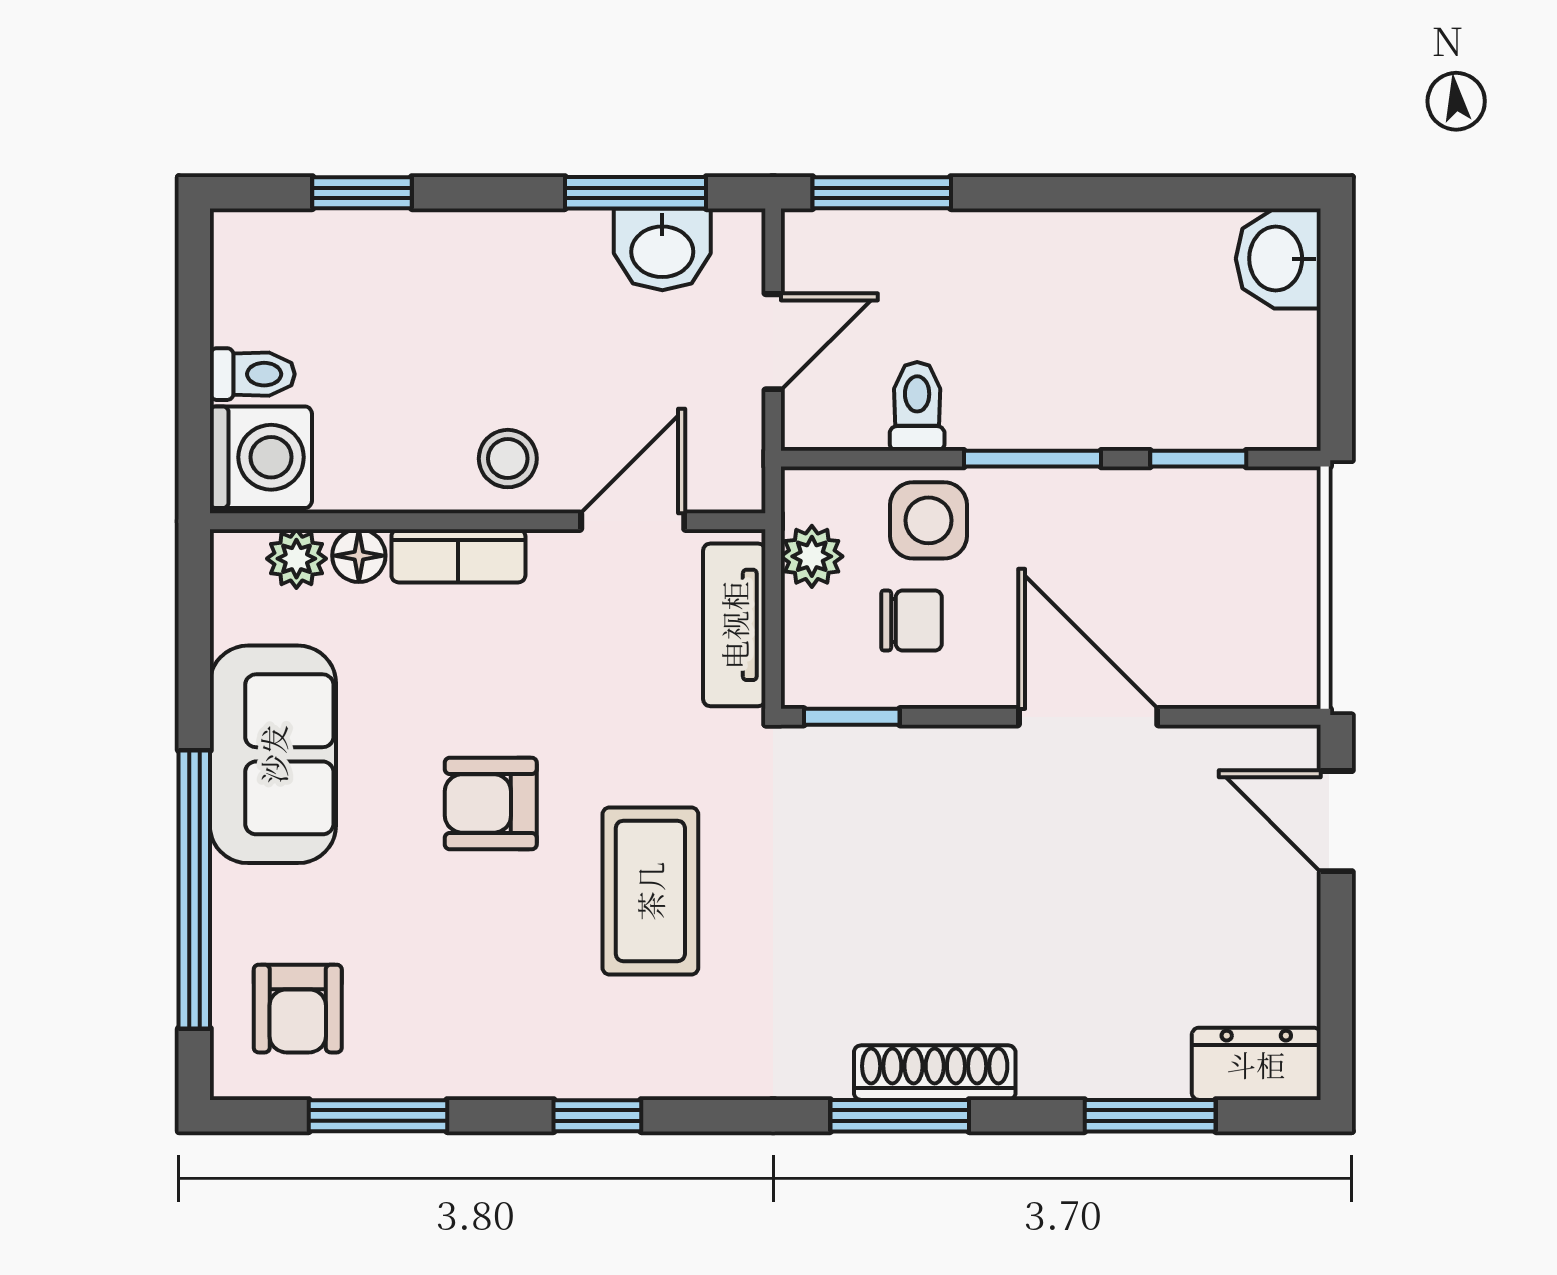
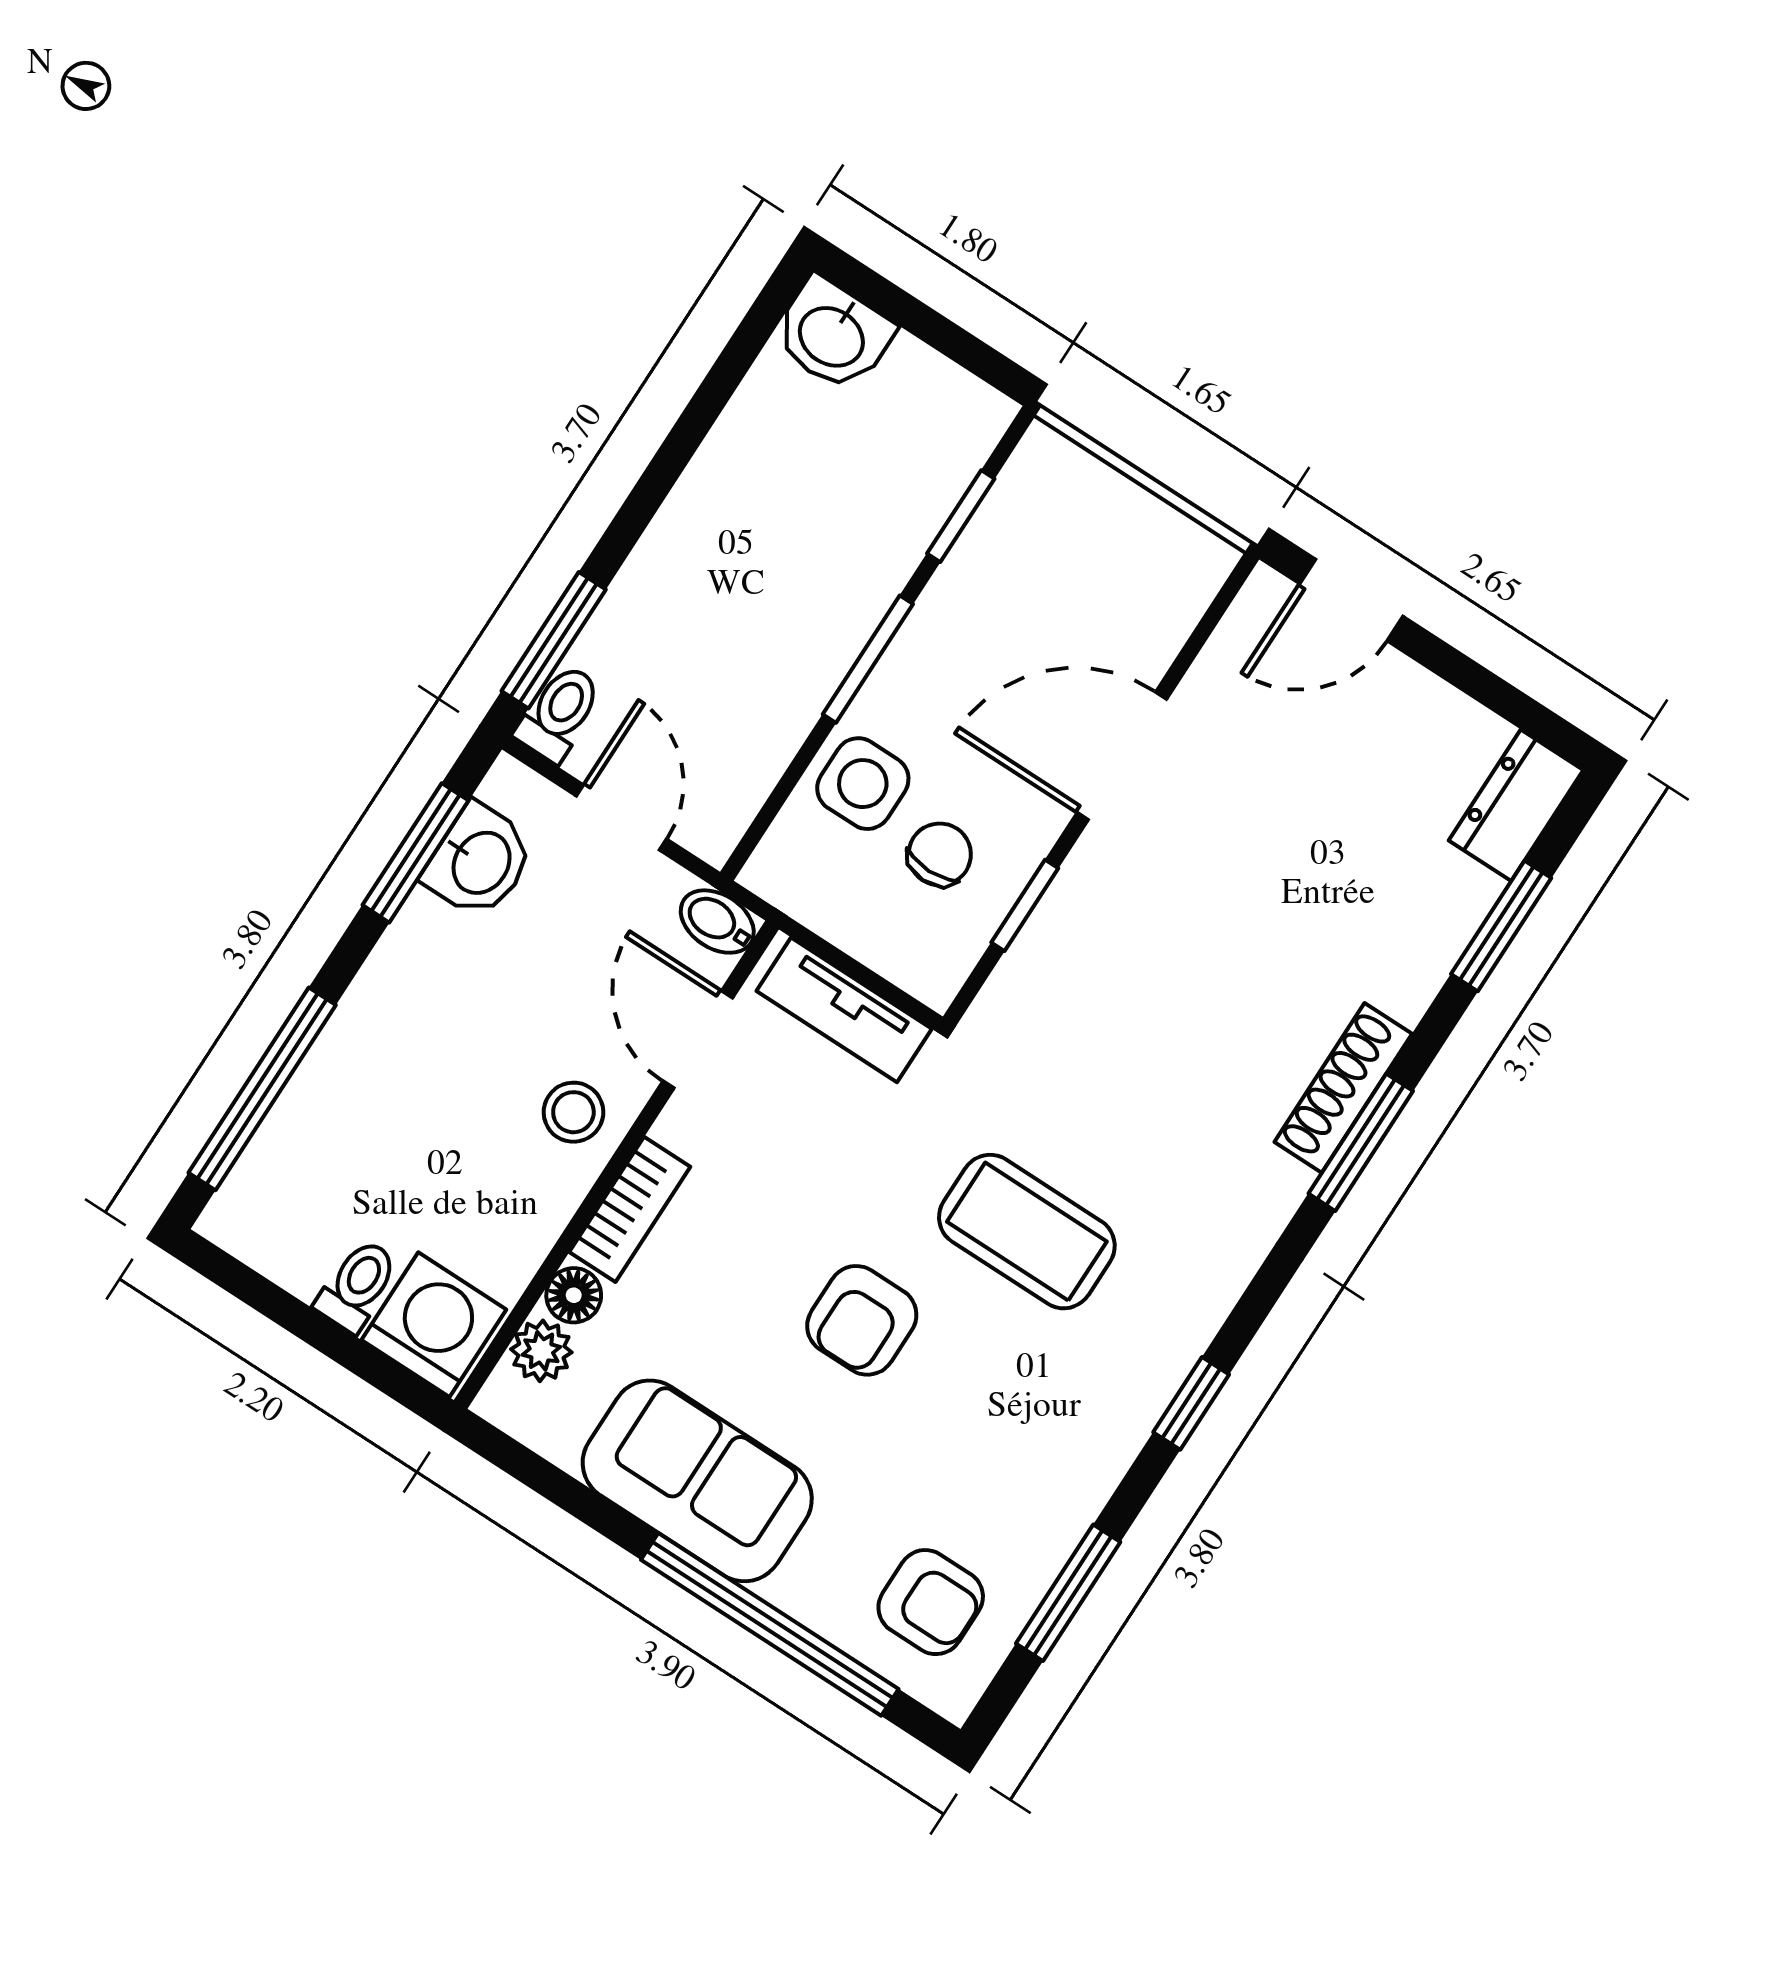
window: (362, 193) -> (262, 1089), width x2.17
toilet: (917, 406) -> (559, 713), moved, turned 90
bidet: (739, 475) -> (717, 922), added
plant: (812, 556) -> (828, 905), removed
window: (852, 717) -> (1025, 905), moved

